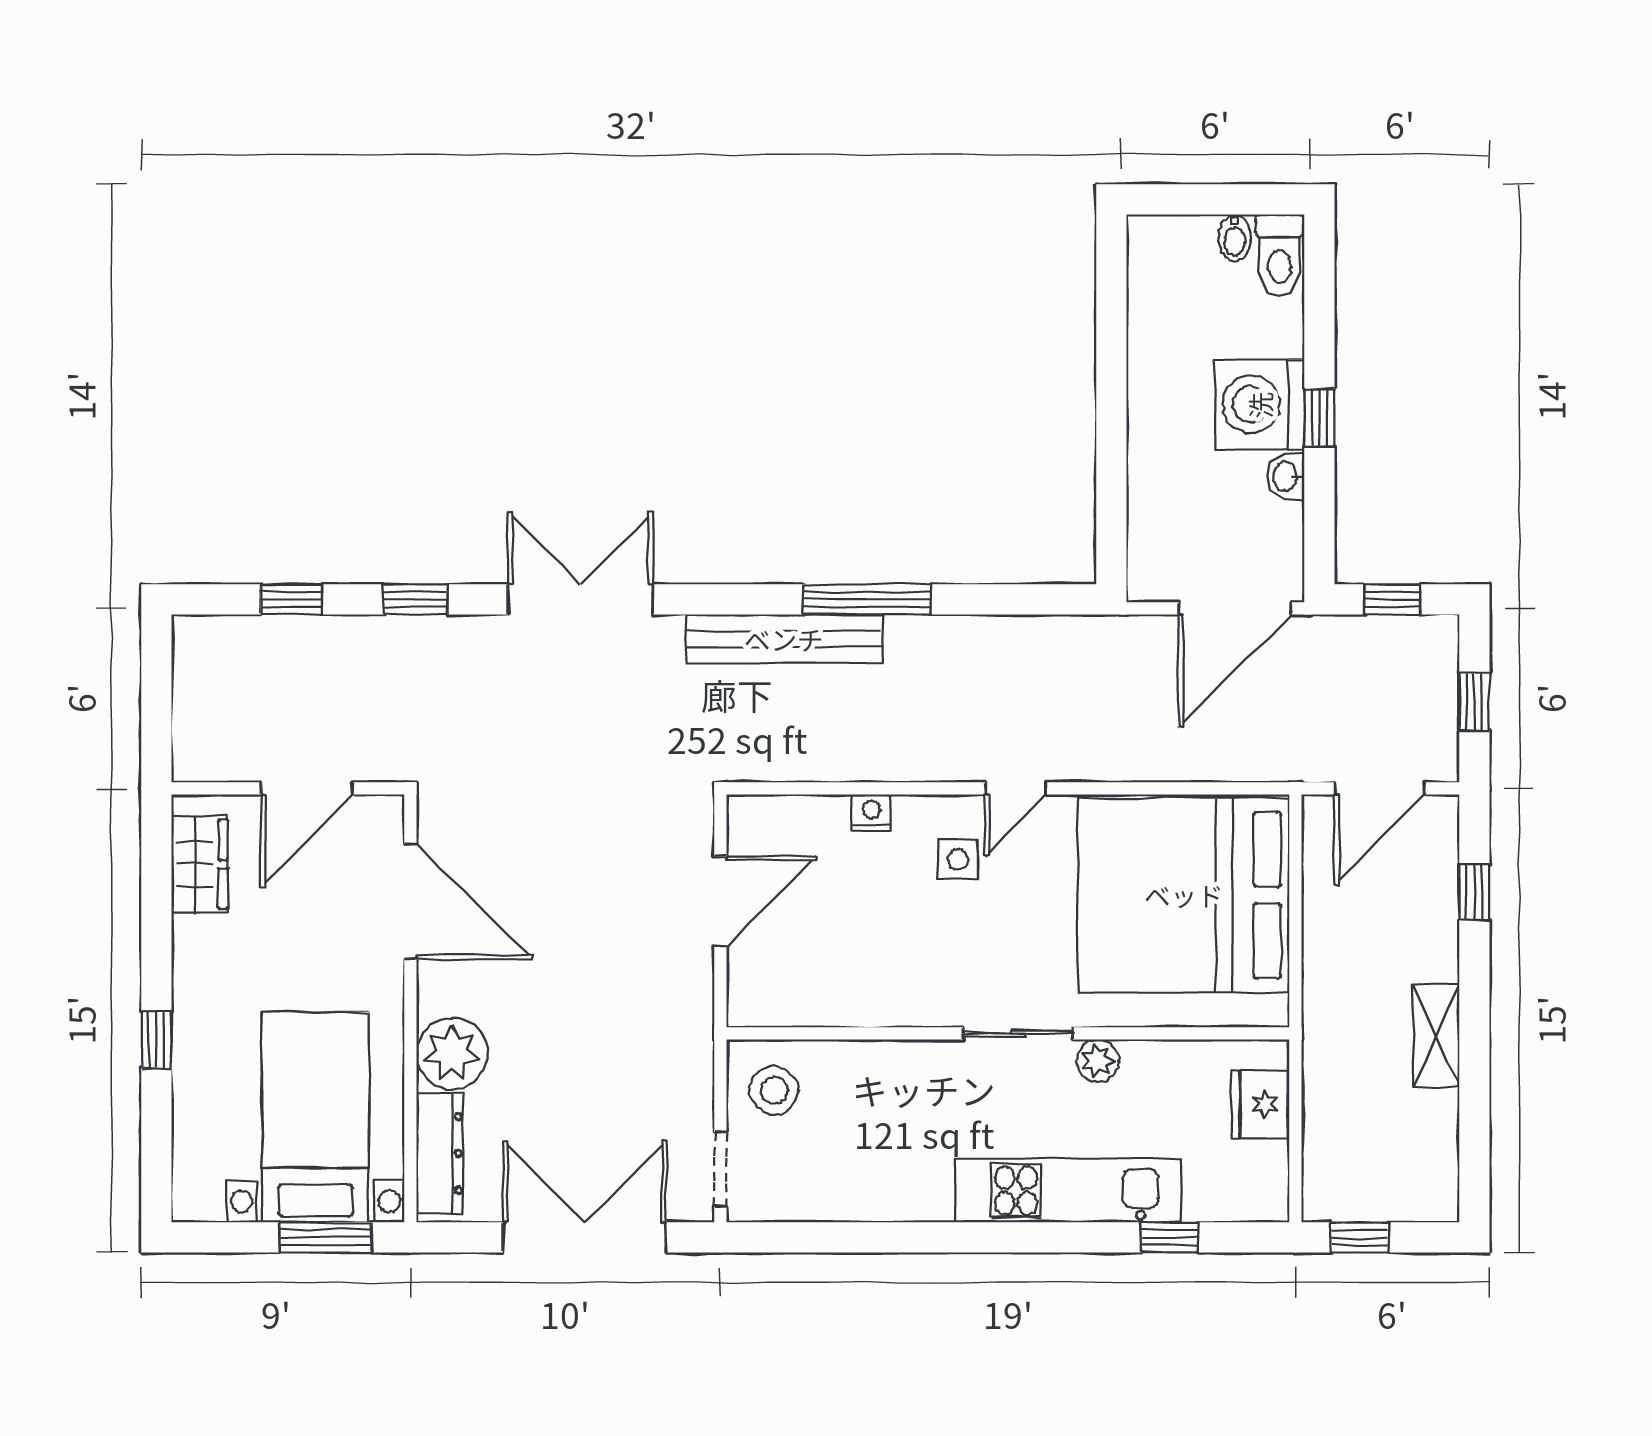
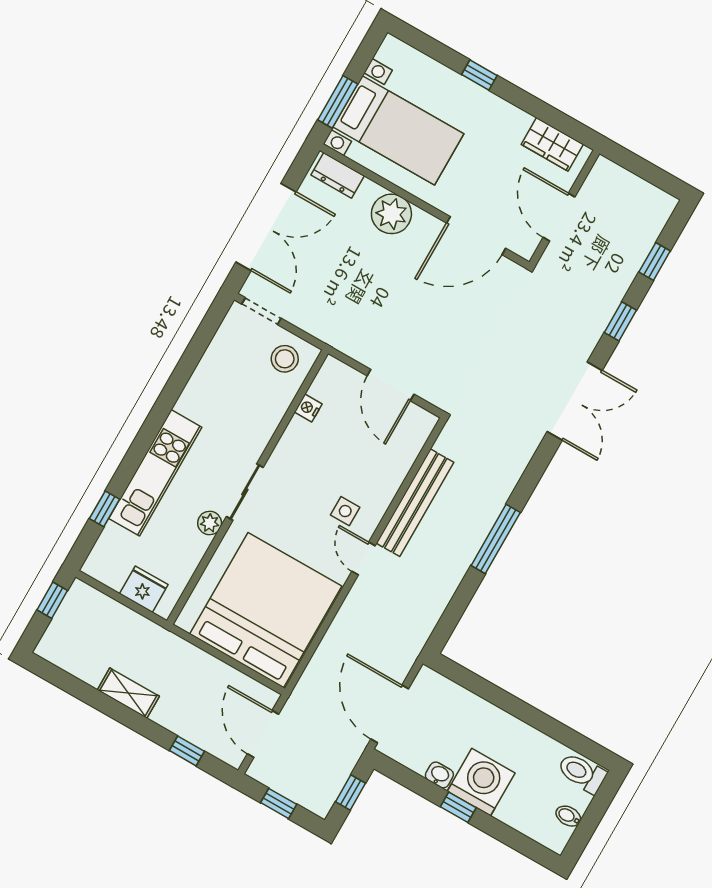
toilet: (1280, 255) -> (582, 773), moved
bench: (784, 639) -> (415, 503), moved
nightstand: (872, 812) -> (308, 408), moved, turned 180
dresser: (440, 1153) -> (338, 175), width x0.70

